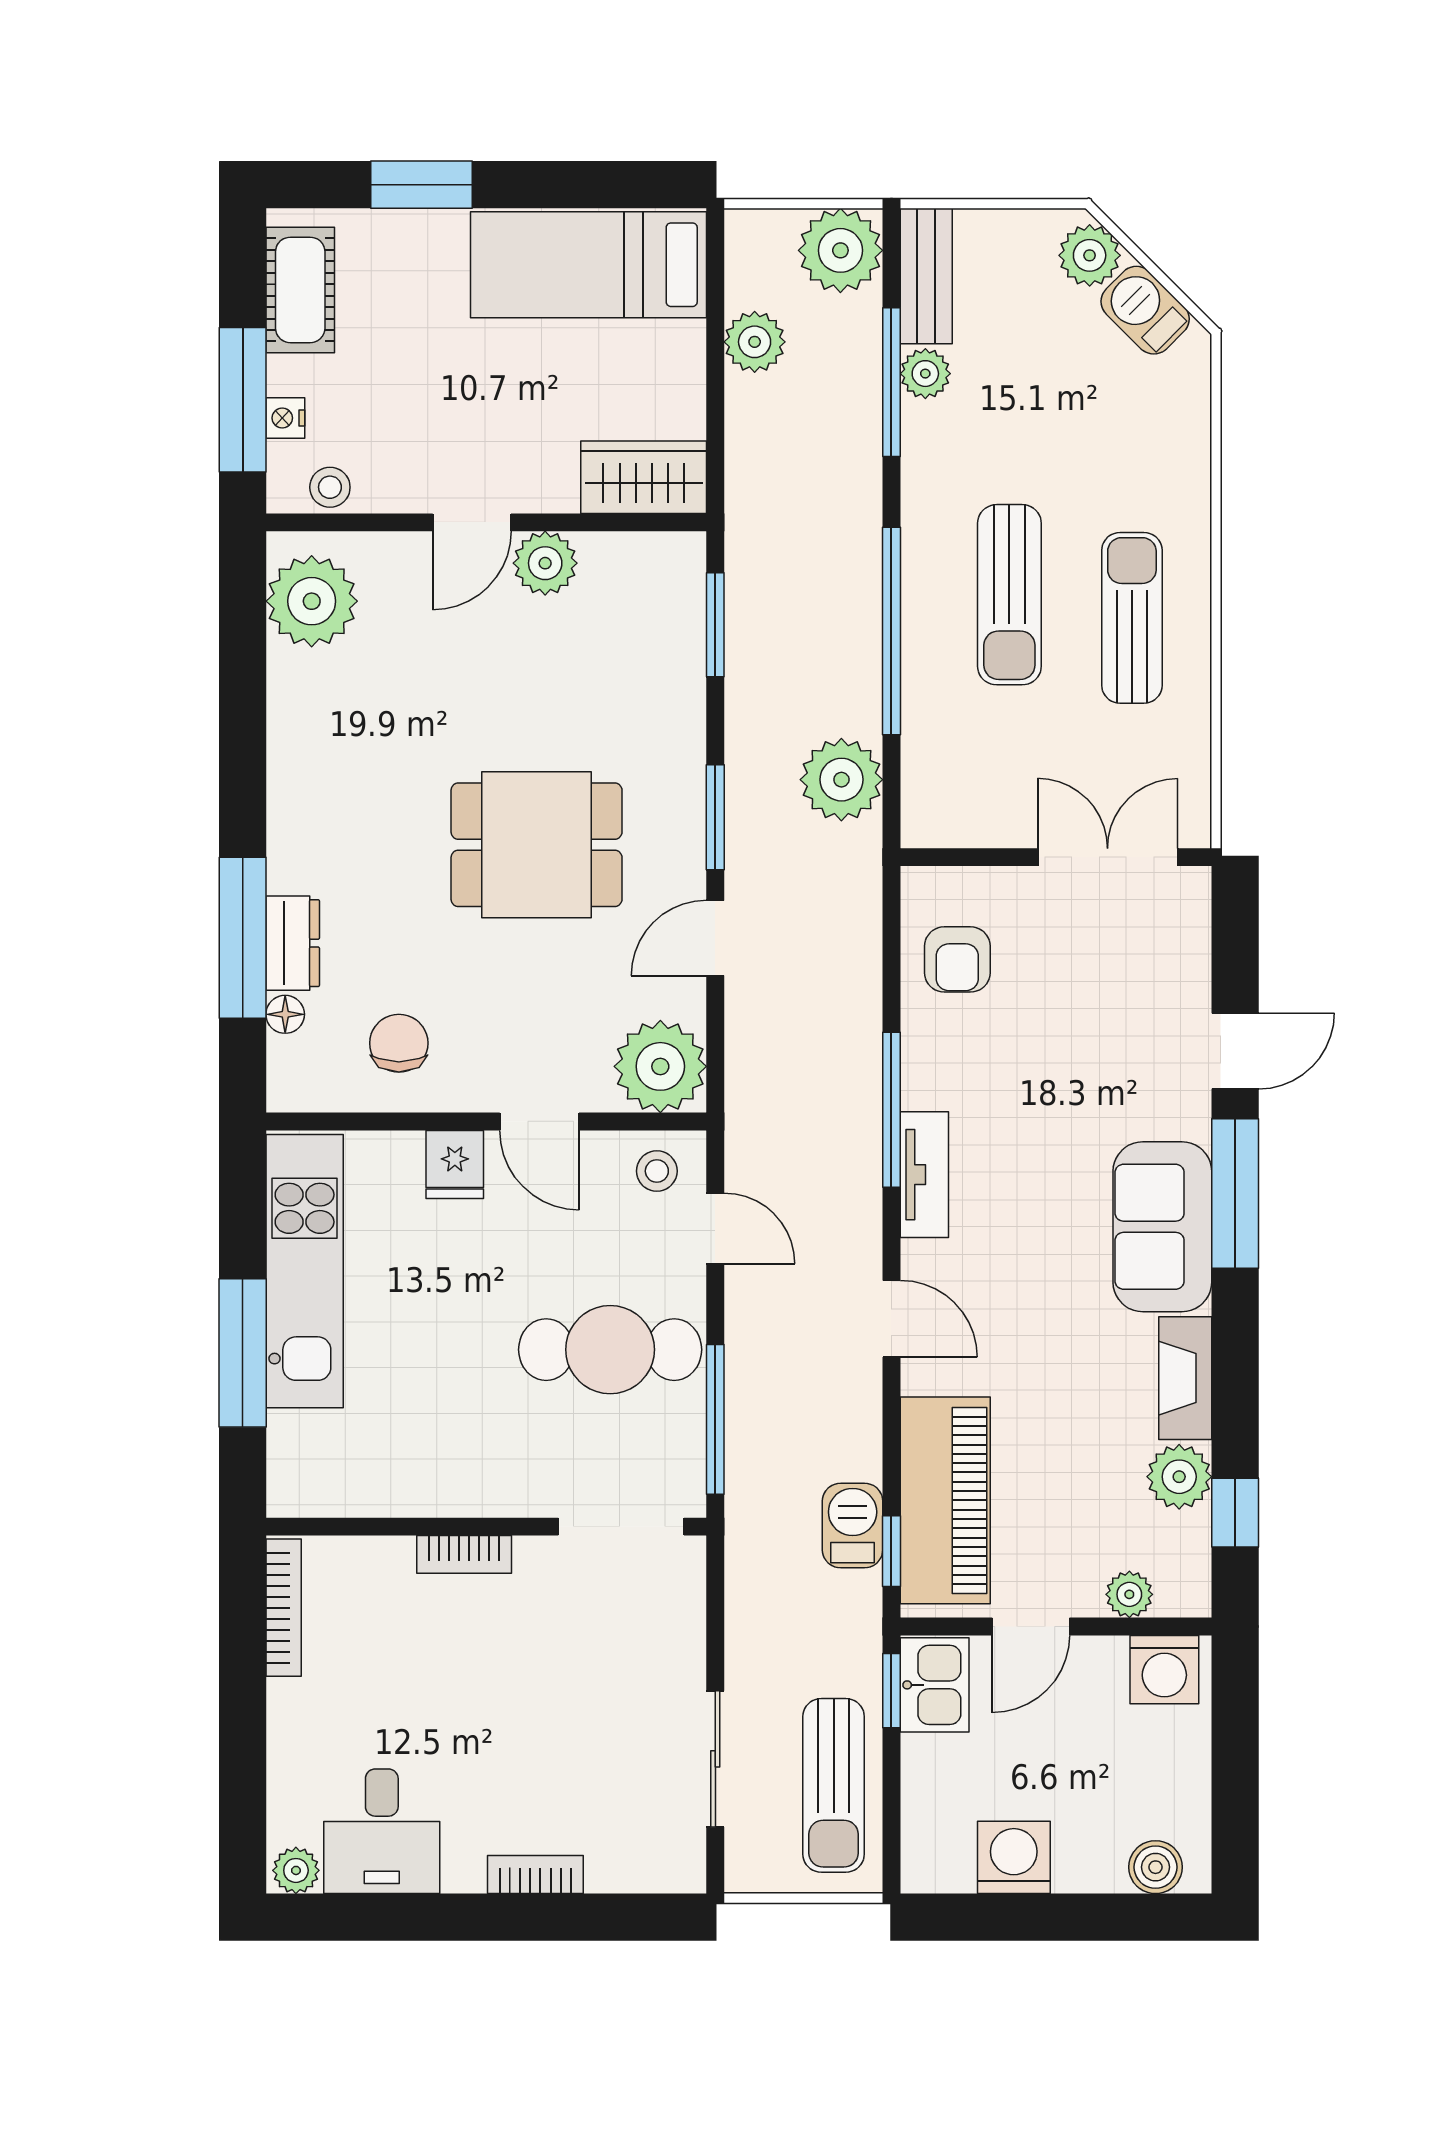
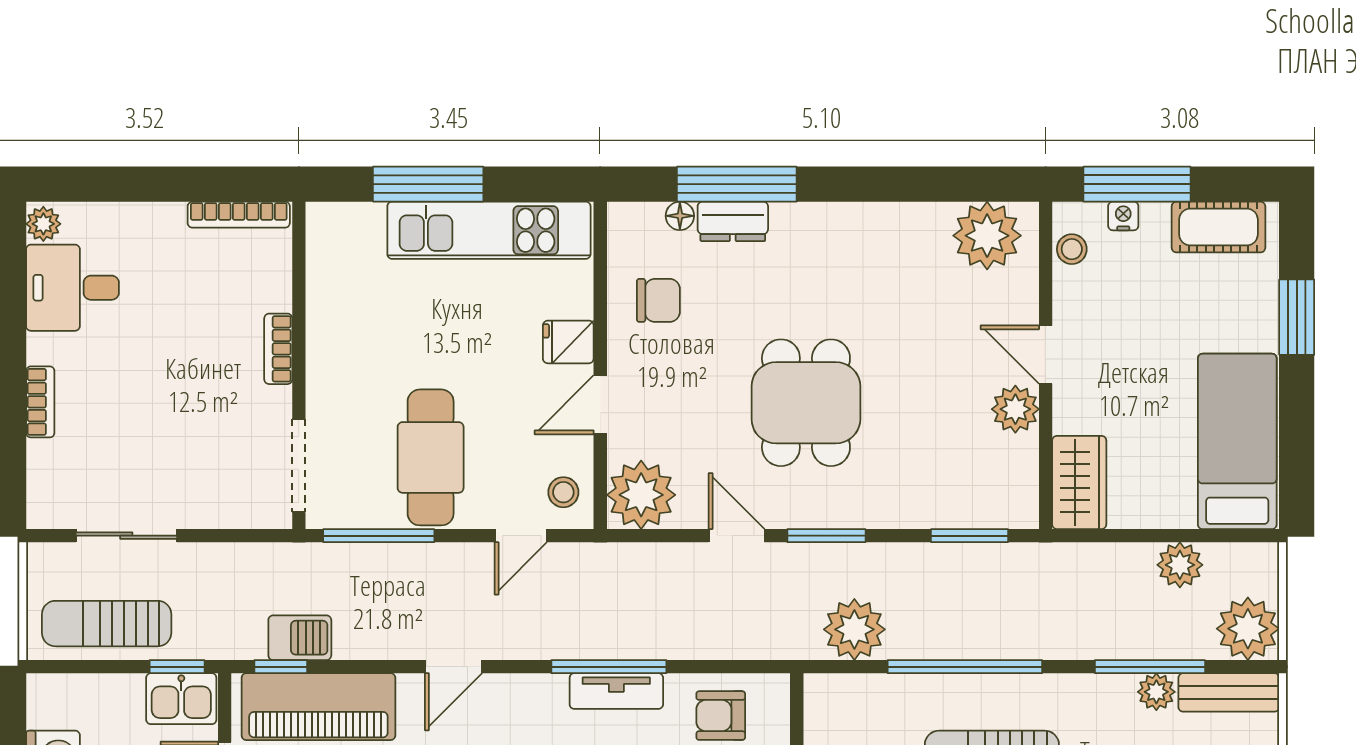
tv unit: (924, 1175) -> (616, 691), moved

